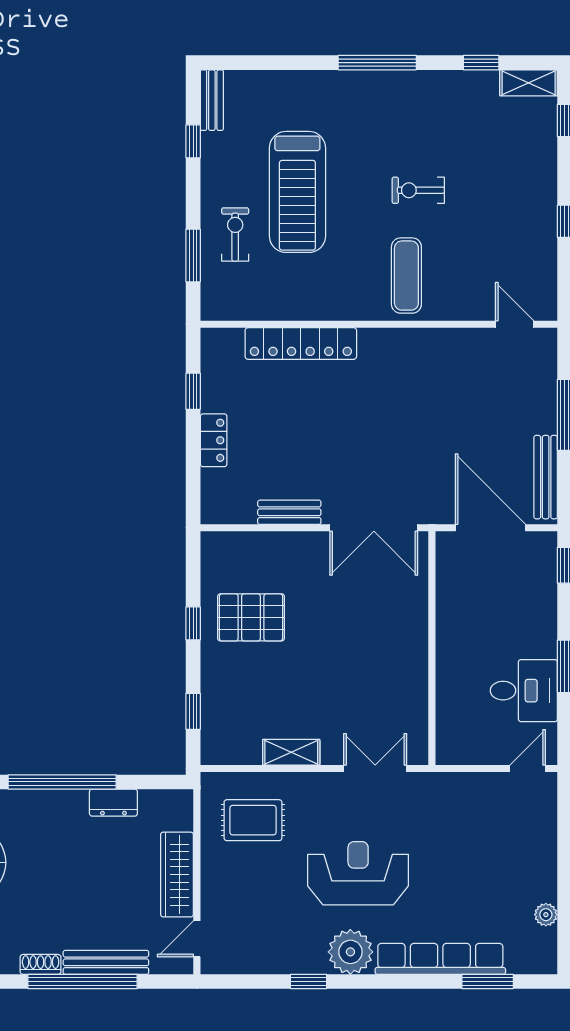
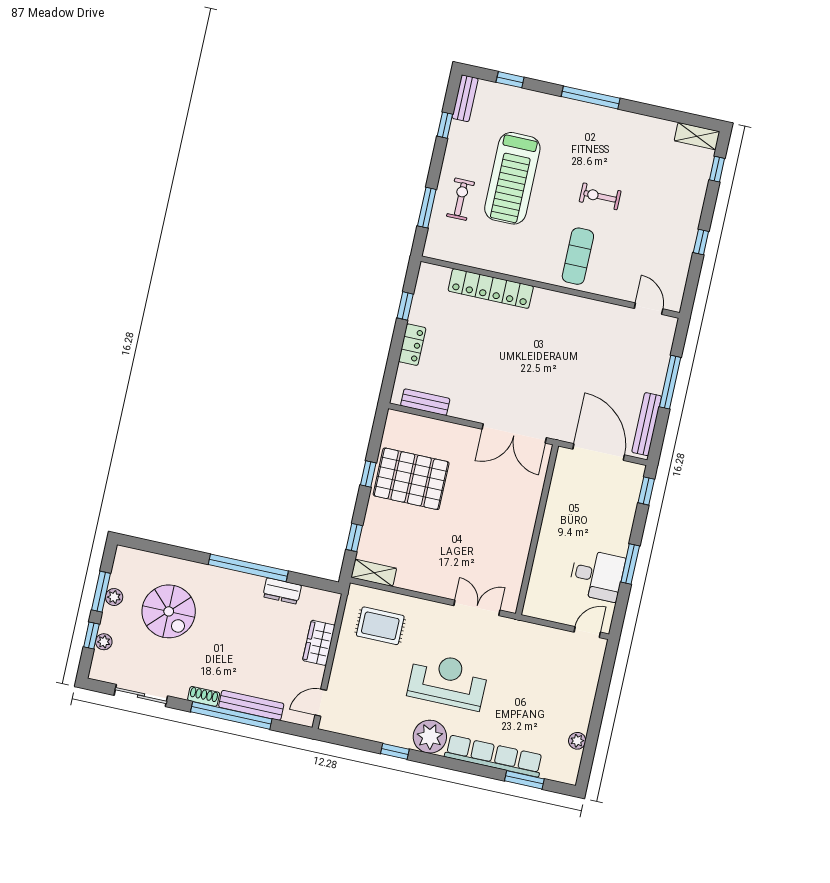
window: (481, 63) -> (510, 80), moved
bench: (289, 512) -> (425, 402), moved
pallet: (251, 617) -> (411, 479), width x1.37, depth x1.41
shelving: (291, 752) -> (374, 573), moved
wardrobe: (177, 875) -> (319, 643), width x0.67

